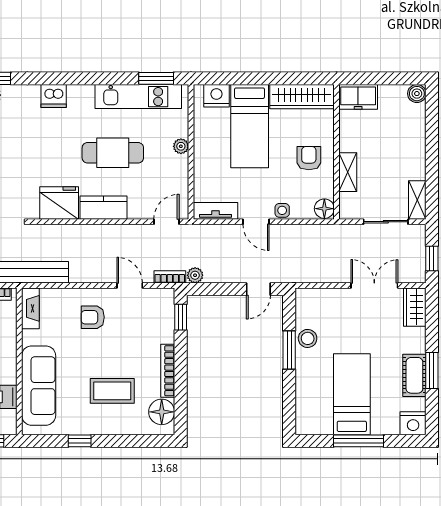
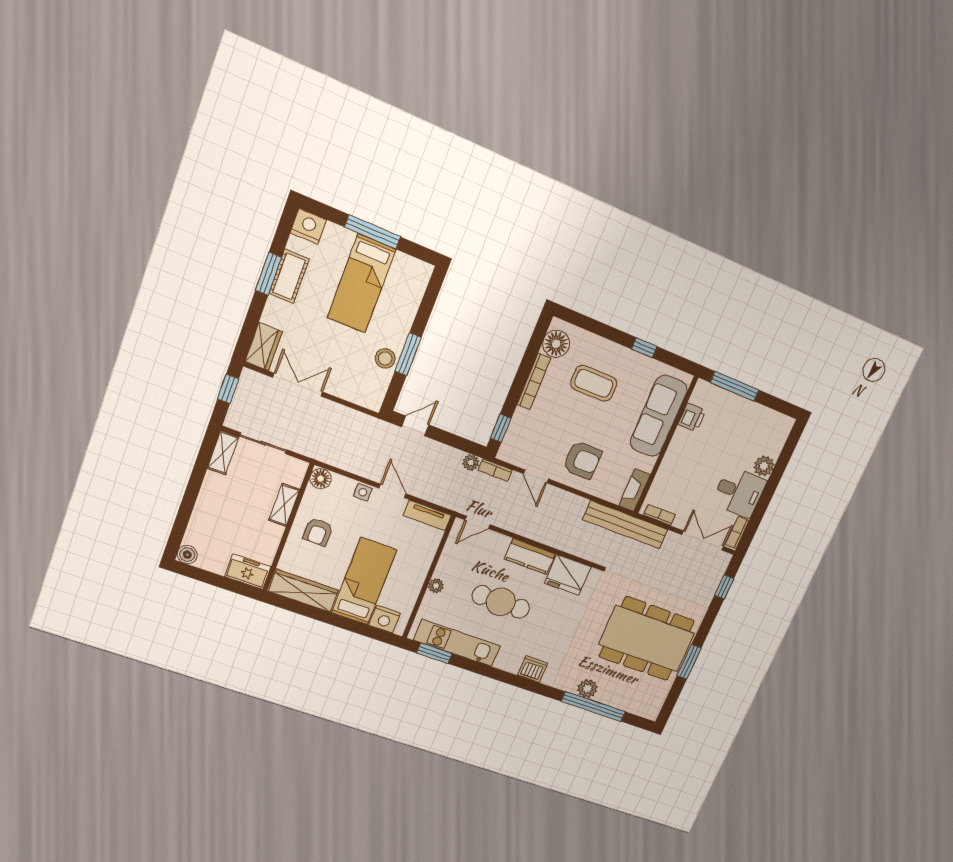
double door: (374, 286) -> (298, 385), swing flipped
armchair: (93, 317) -> (582, 460), width x1.38, depth x1.38

